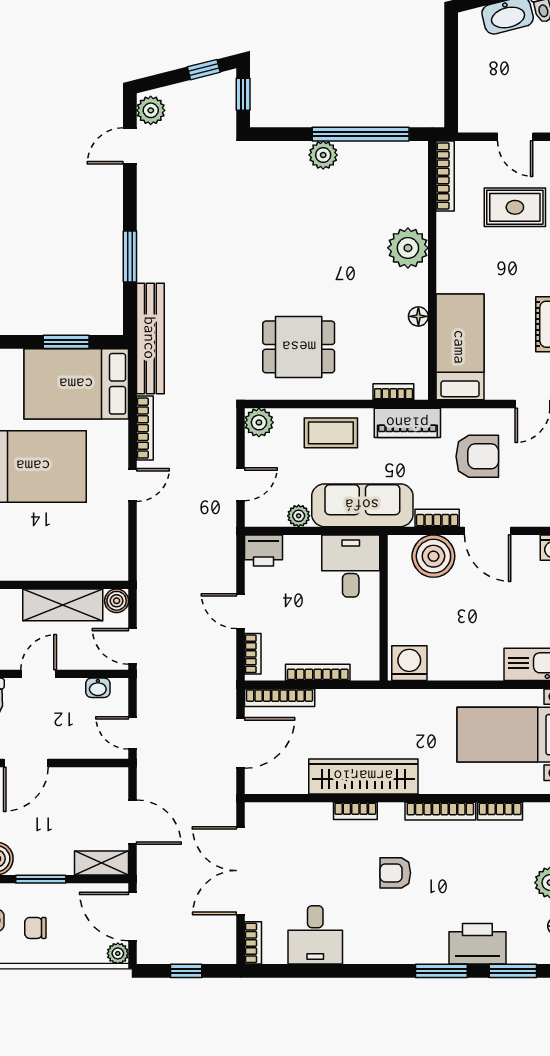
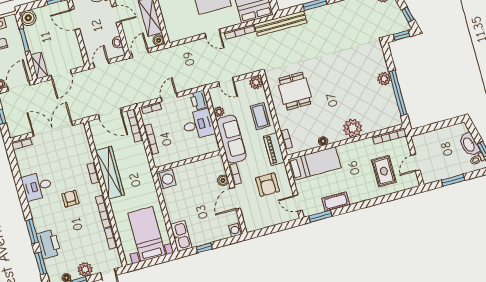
boiler: (433, 556) -> (223, 180), width x0.54, depth x0.54
desk: (351, 566) -> (198, 124), moved
desk: (315, 935) -> (37, 186), moved

